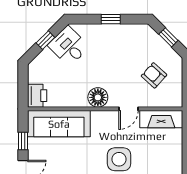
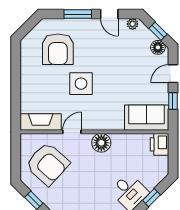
armchair: (154, 75) -> (48, 164), width x1.88, depth x1.88
sofa: (59, 124) -> (147, 118), width x0.73

